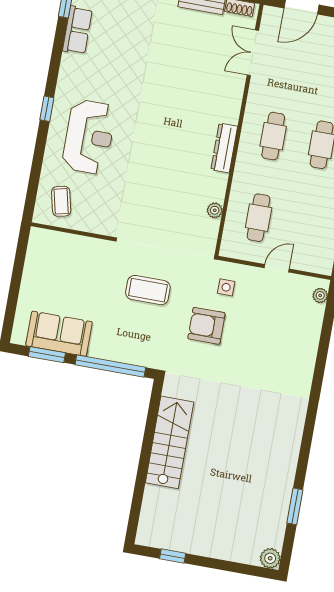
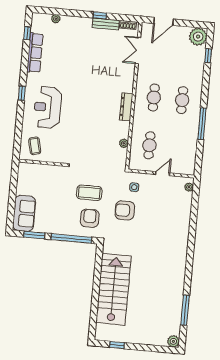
row of seats: (77, 30) -> (35, 53), width x1.48
reception desk: (89, 137) -> (48, 107), turned 180
sofa: (59, 334) -> (24, 213), moved, turned 90
armchair: (145, 334) -> (90, 218), added
stairs: (170, 442) -> (113, 289), width x1.36, depth x1.51
window: (295, 506) -> (185, 310), width x1.44

